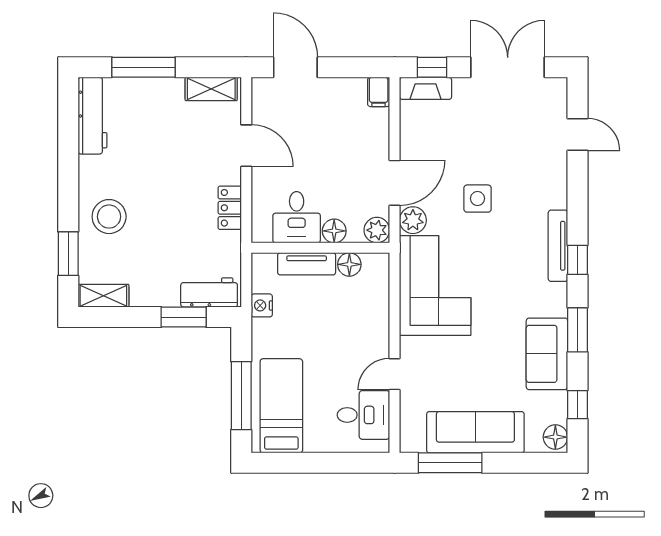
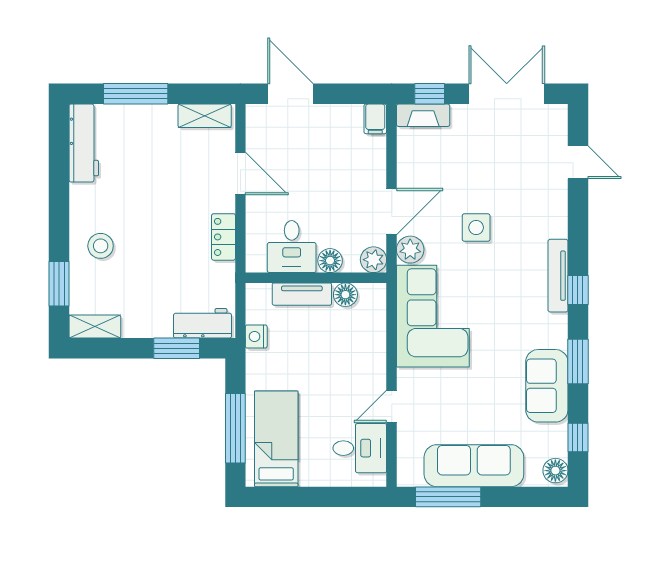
stool: (109, 217) -> (101, 246), width x0.73, depth x0.73

